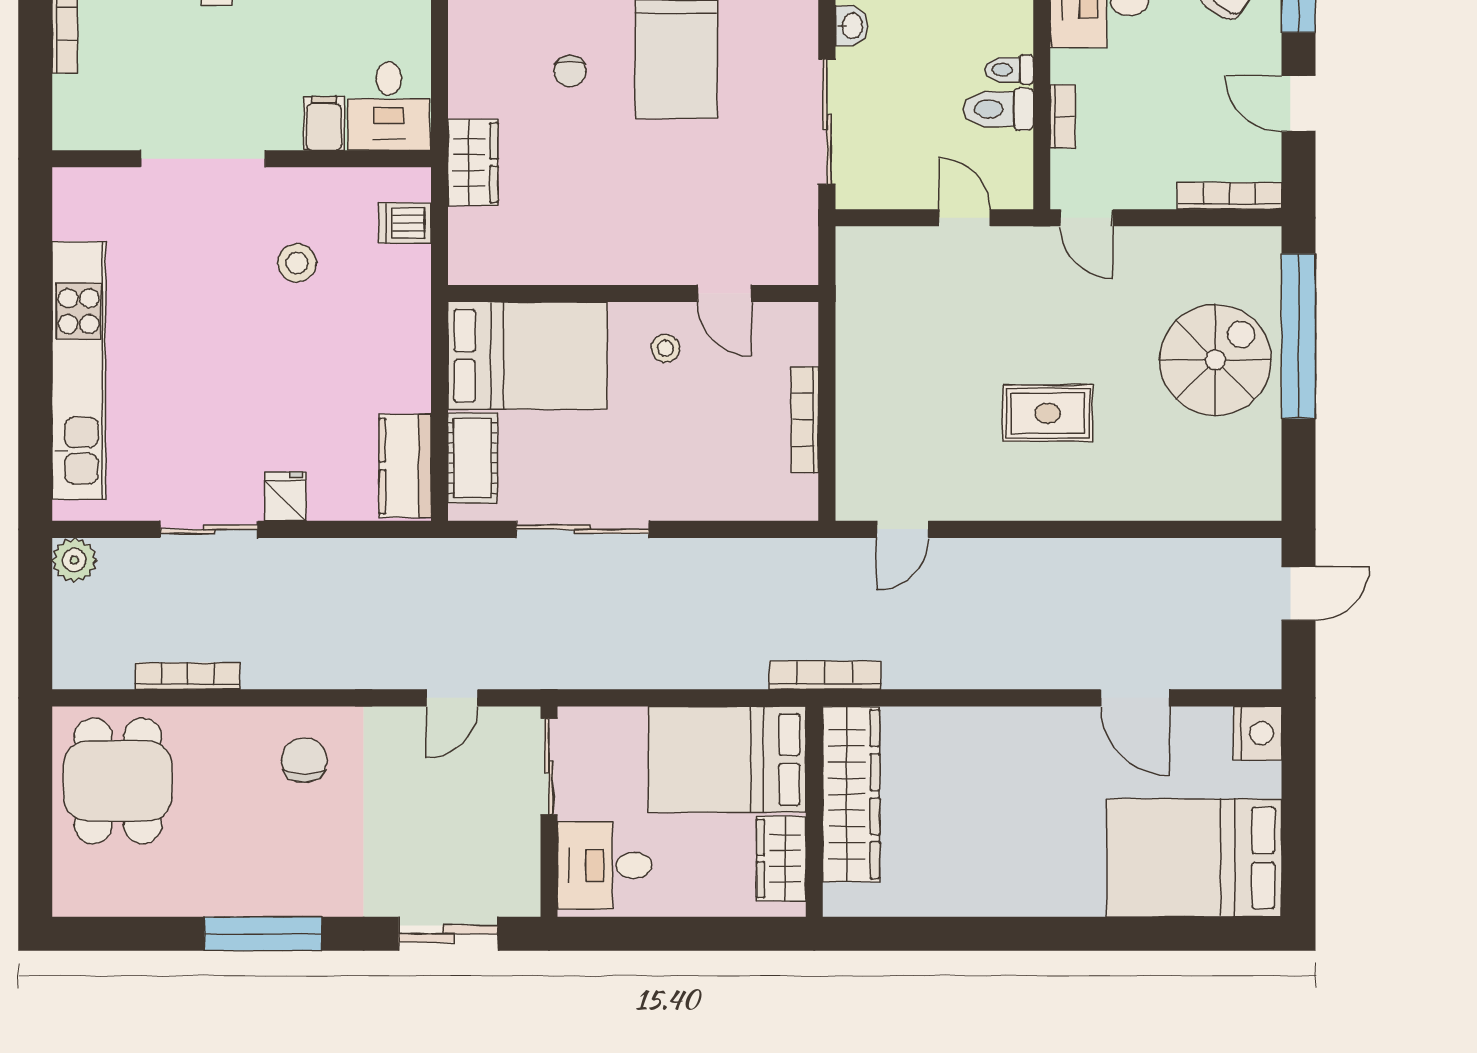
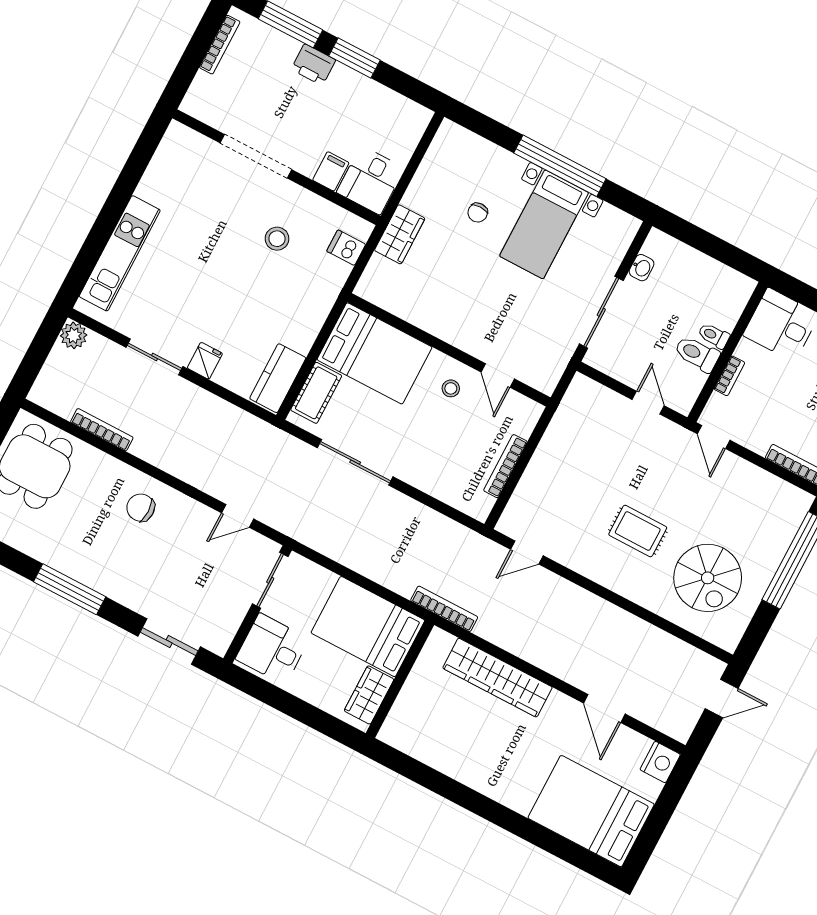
spiral stairs: (1215, 360) -> (708, 578), moved, turned 90
kitchen unit: (79, 371) -> (120, 253), width x0.73
chair: (304, 760) -> (141, 508), turned -90
wardrobe: (851, 794) -> (497, 678), moved, turned 90

